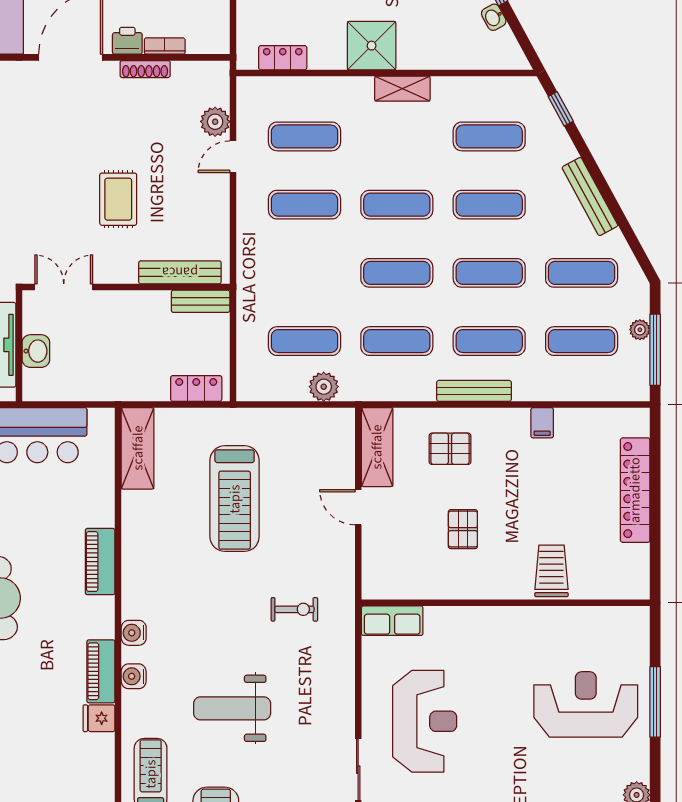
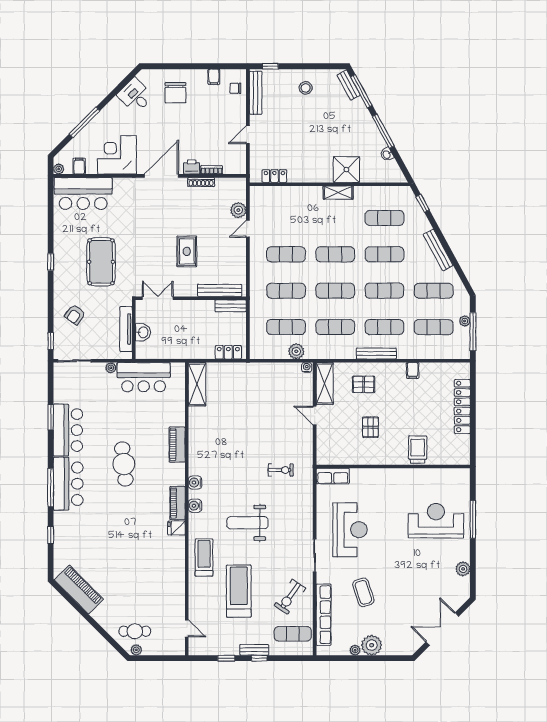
shower: (372, 46) -> (346, 170), moved
exercise mat: (304, 136) -> (286, 291), moved
water cooler: (343, 417) -> (307, 367), added
treadmill: (235, 499) -> (249, 411), removed

